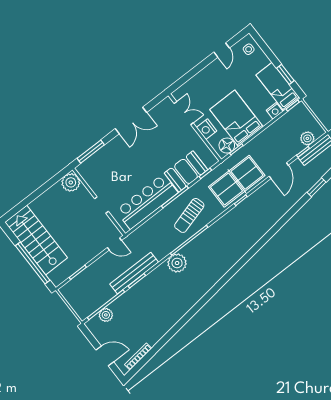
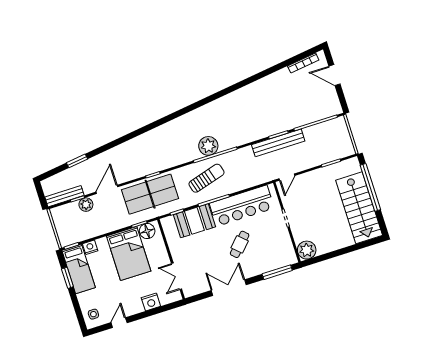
nightstand: (207, 129) -> (151, 302), moved, turned 90
plant: (307, 138) -> (86, 205), moved
cafe table: (136, 165) -> (240, 244), added
door: (114, 244) -> (287, 177), swing flipped
plant: (177, 263) -> (208, 146), moved
plant: (106, 315) -> (319, 113), removed

